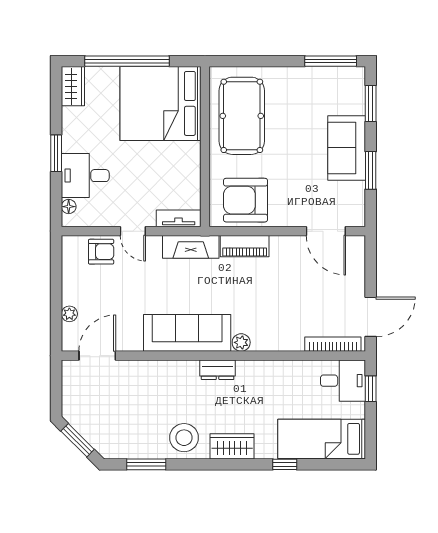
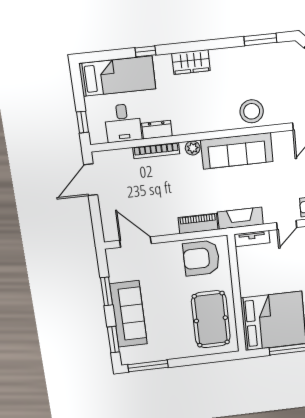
sofa: (347, 148) -> (129, 314), width x1.36
armchair: (246, 200) -> (201, 258), turned 180
door: (133, 231) -> (287, 225), swing flipped
bookcase: (333, 344) -> (156, 151), moved
dresser: (218, 370) -> (157, 130), moved
desk: (343, 381) -> (123, 123), moved, turned -90
stool: (184, 438) -> (252, 111), moved

